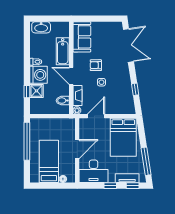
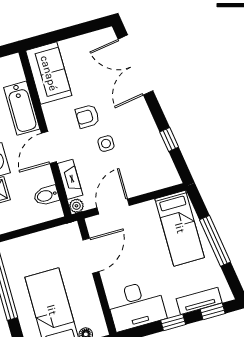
double door: (128, 45) -> (136, 65), swing flipped
door: (71, 76) -> (49, 147), hinge flipped
bed: (123, 137) -> (180, 228), width x0.67
door: (77, 149) -> (91, 256), moved
window: (146, 161) -> (215, 241), moved

